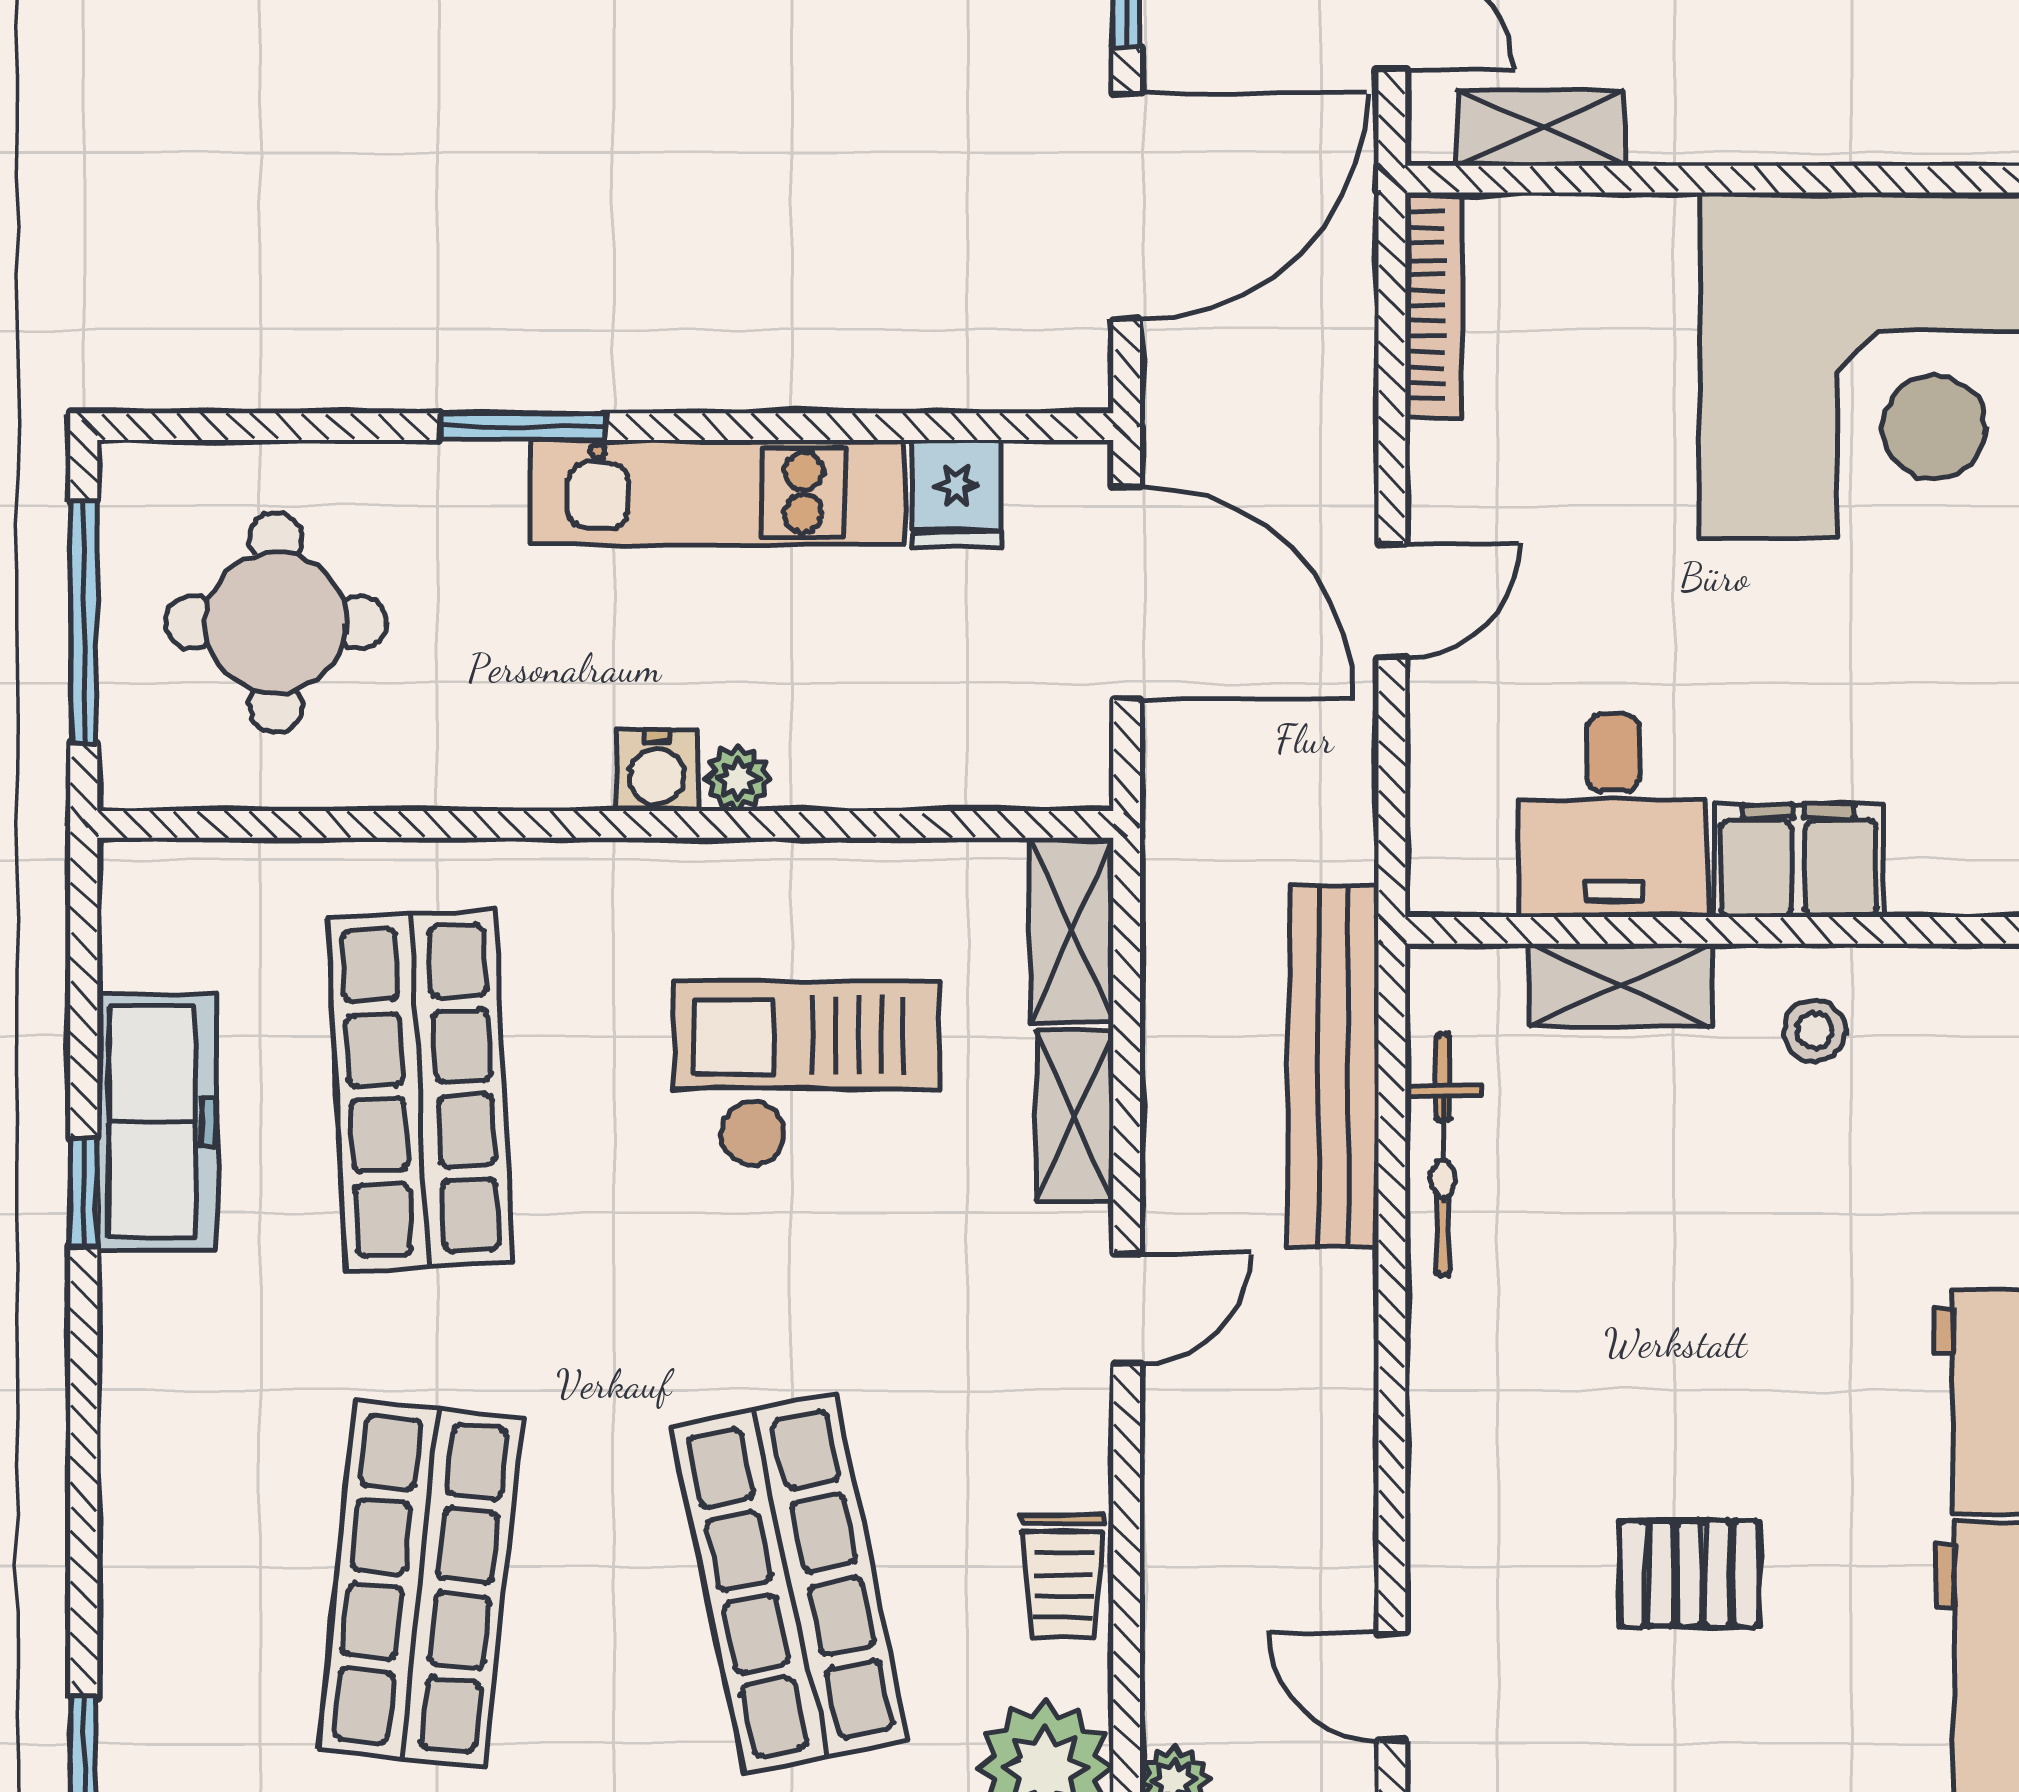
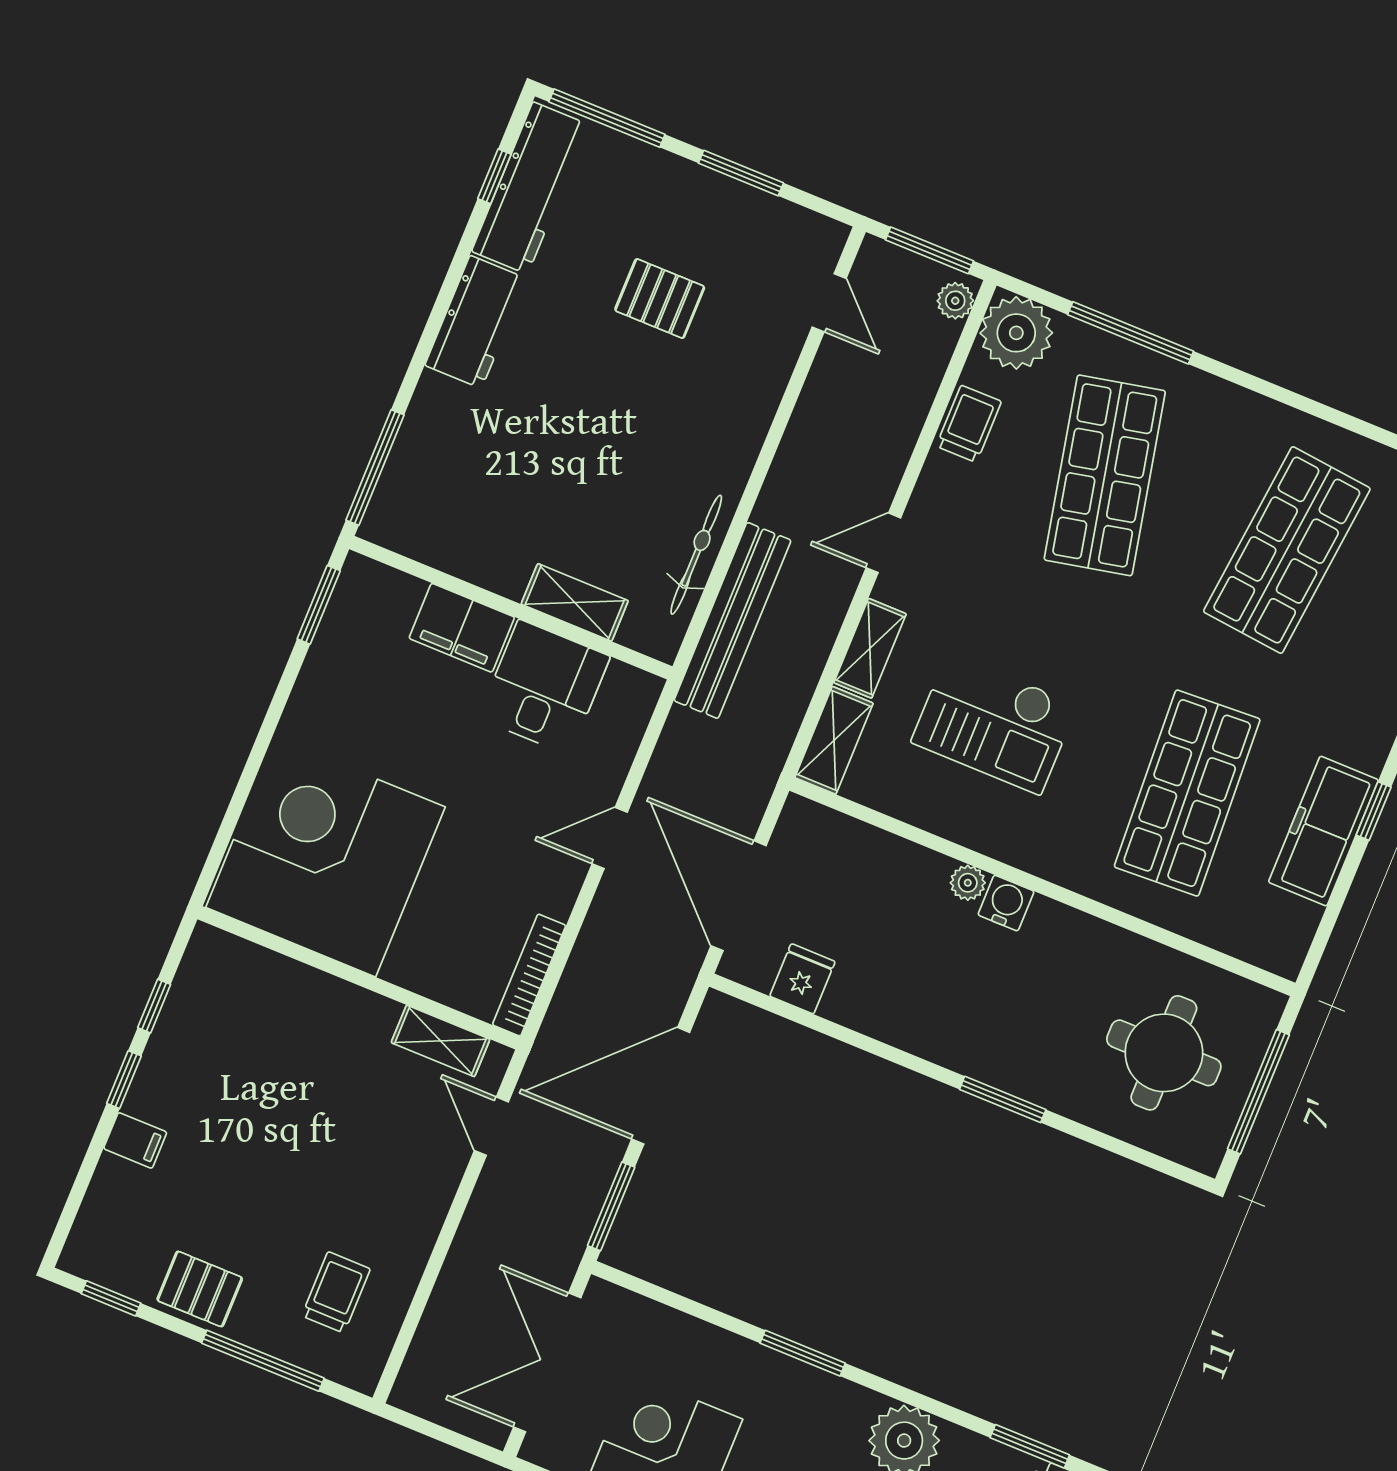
kitchen unit: (718, 493) -> (920, 1028), removed
stool: (1815, 1031) -> (488, 541), removed

